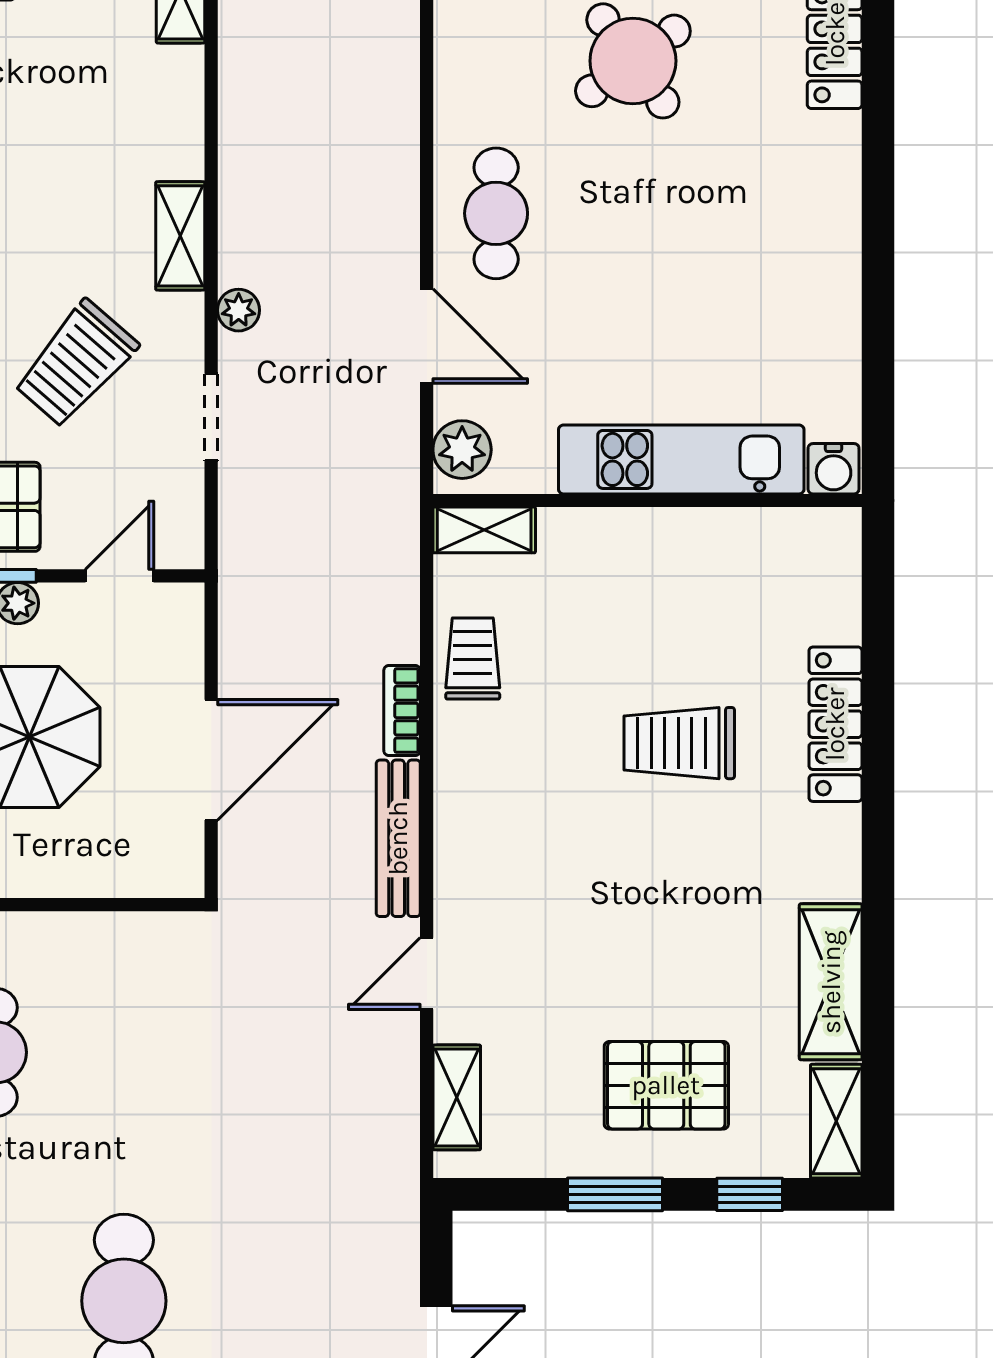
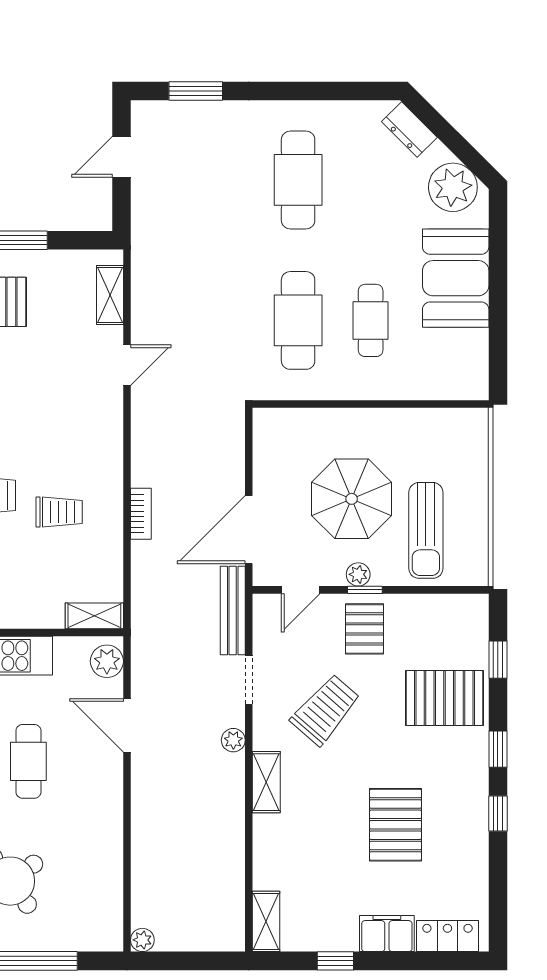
cafe table: (496, 213) -> (28, 761), moved
trolley: (473, 659) -> (59, 512), moved, turned -90
door: (211, 760) -> (249, 530), moved
bench: (398, 838) -> (233, 611), moved
cafe table: (124, 1052) -> (298, 320), added

